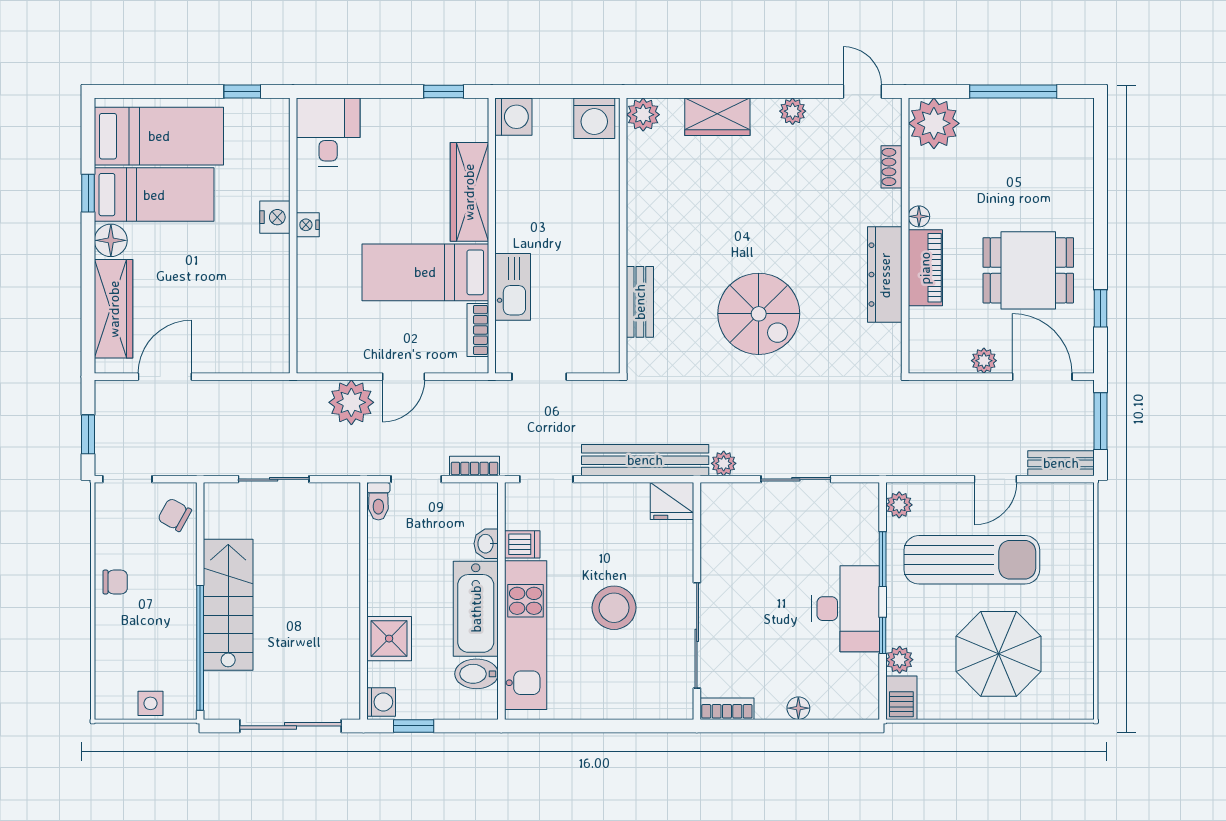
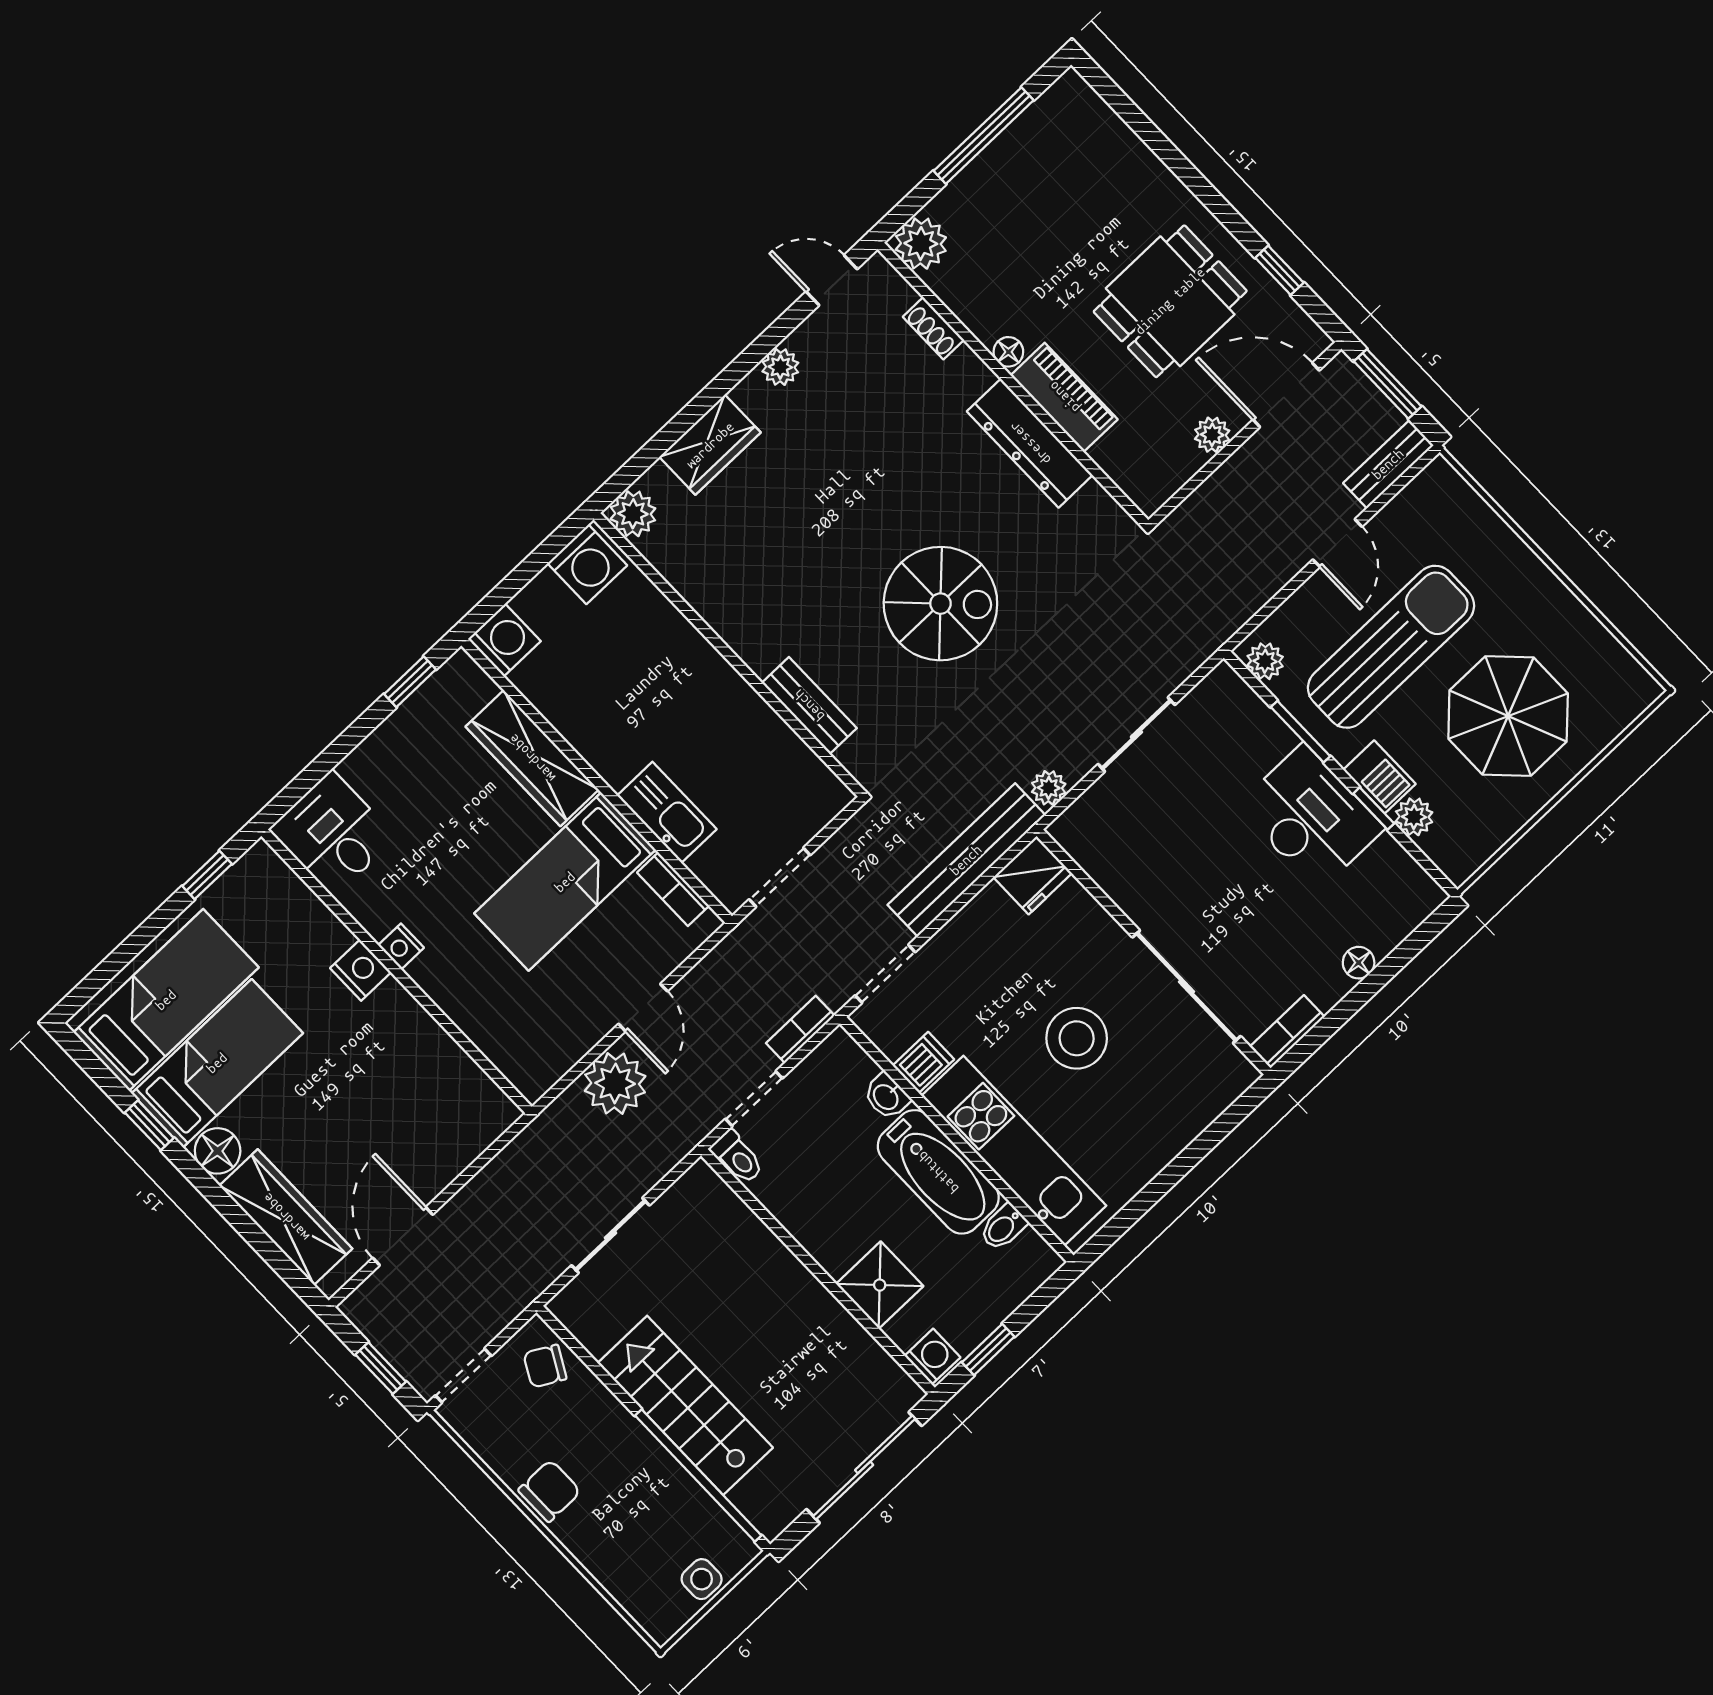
plant: (934, 123) -> (921, 244), width x0.73, depth x0.73
chair: (115, 582) -> (550, 1491), width x1.37, depth x1.37
bidet: (476, 674) -> (1003, 1227), width x0.72, depth x0.74
barbecue: (901, 698) -> (1379, 777), moved

